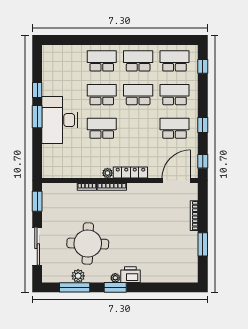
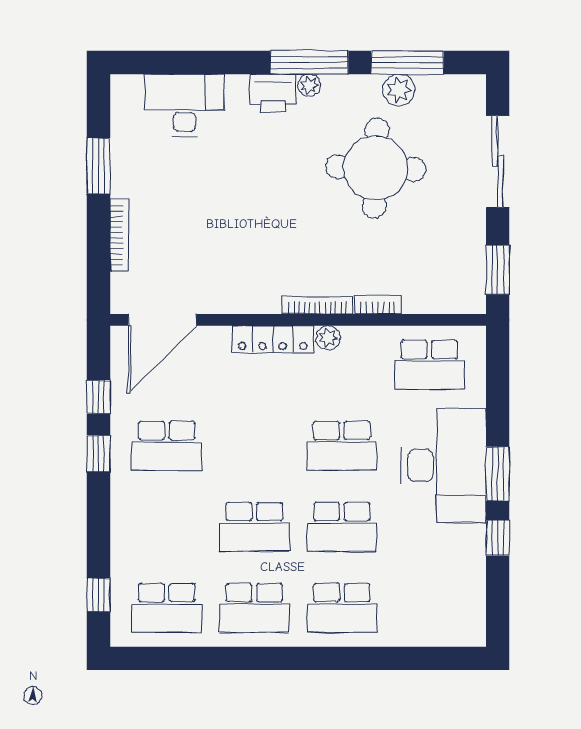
school desk: (174, 95) -> (429, 365), moved
window: (203, 161) -> (98, 397), moved
desk: (167, 270) -> (185, 105), added
window: (115, 287) -> (309, 62), width x1.44

